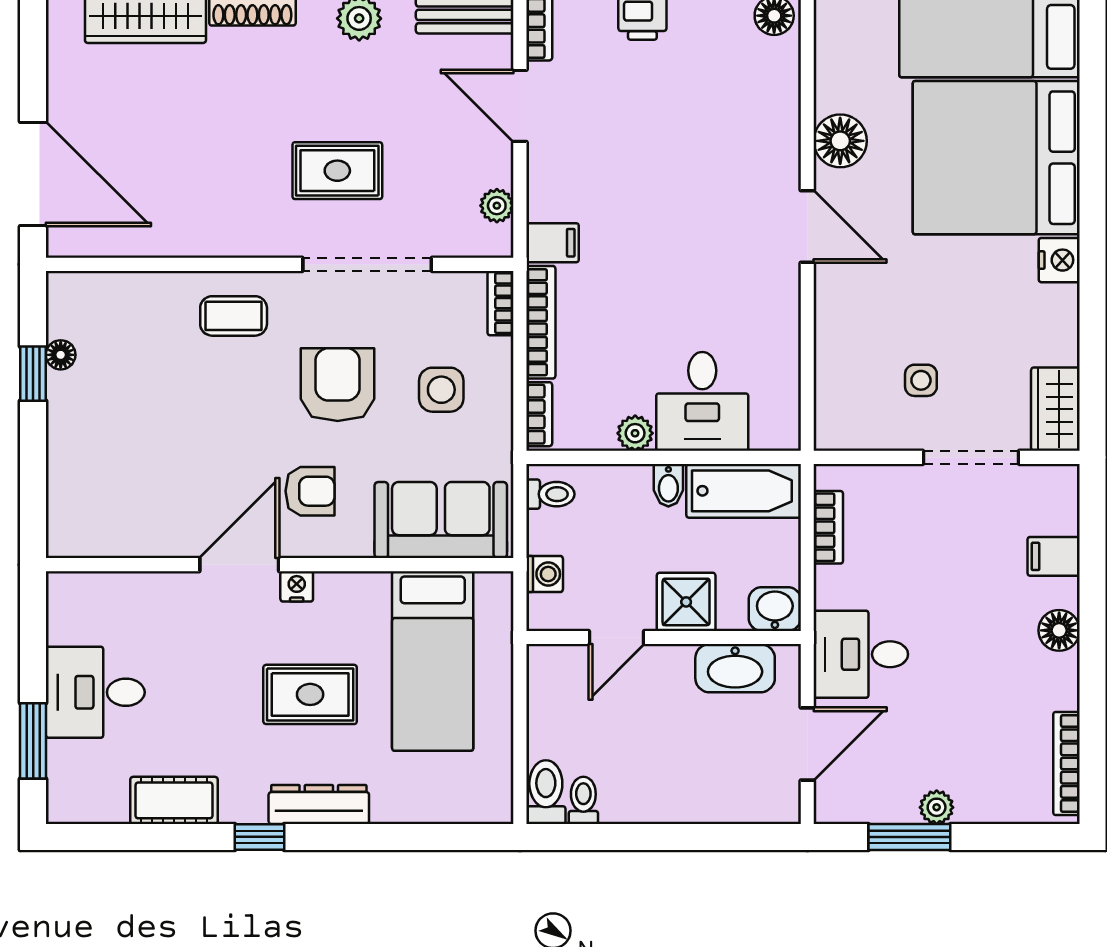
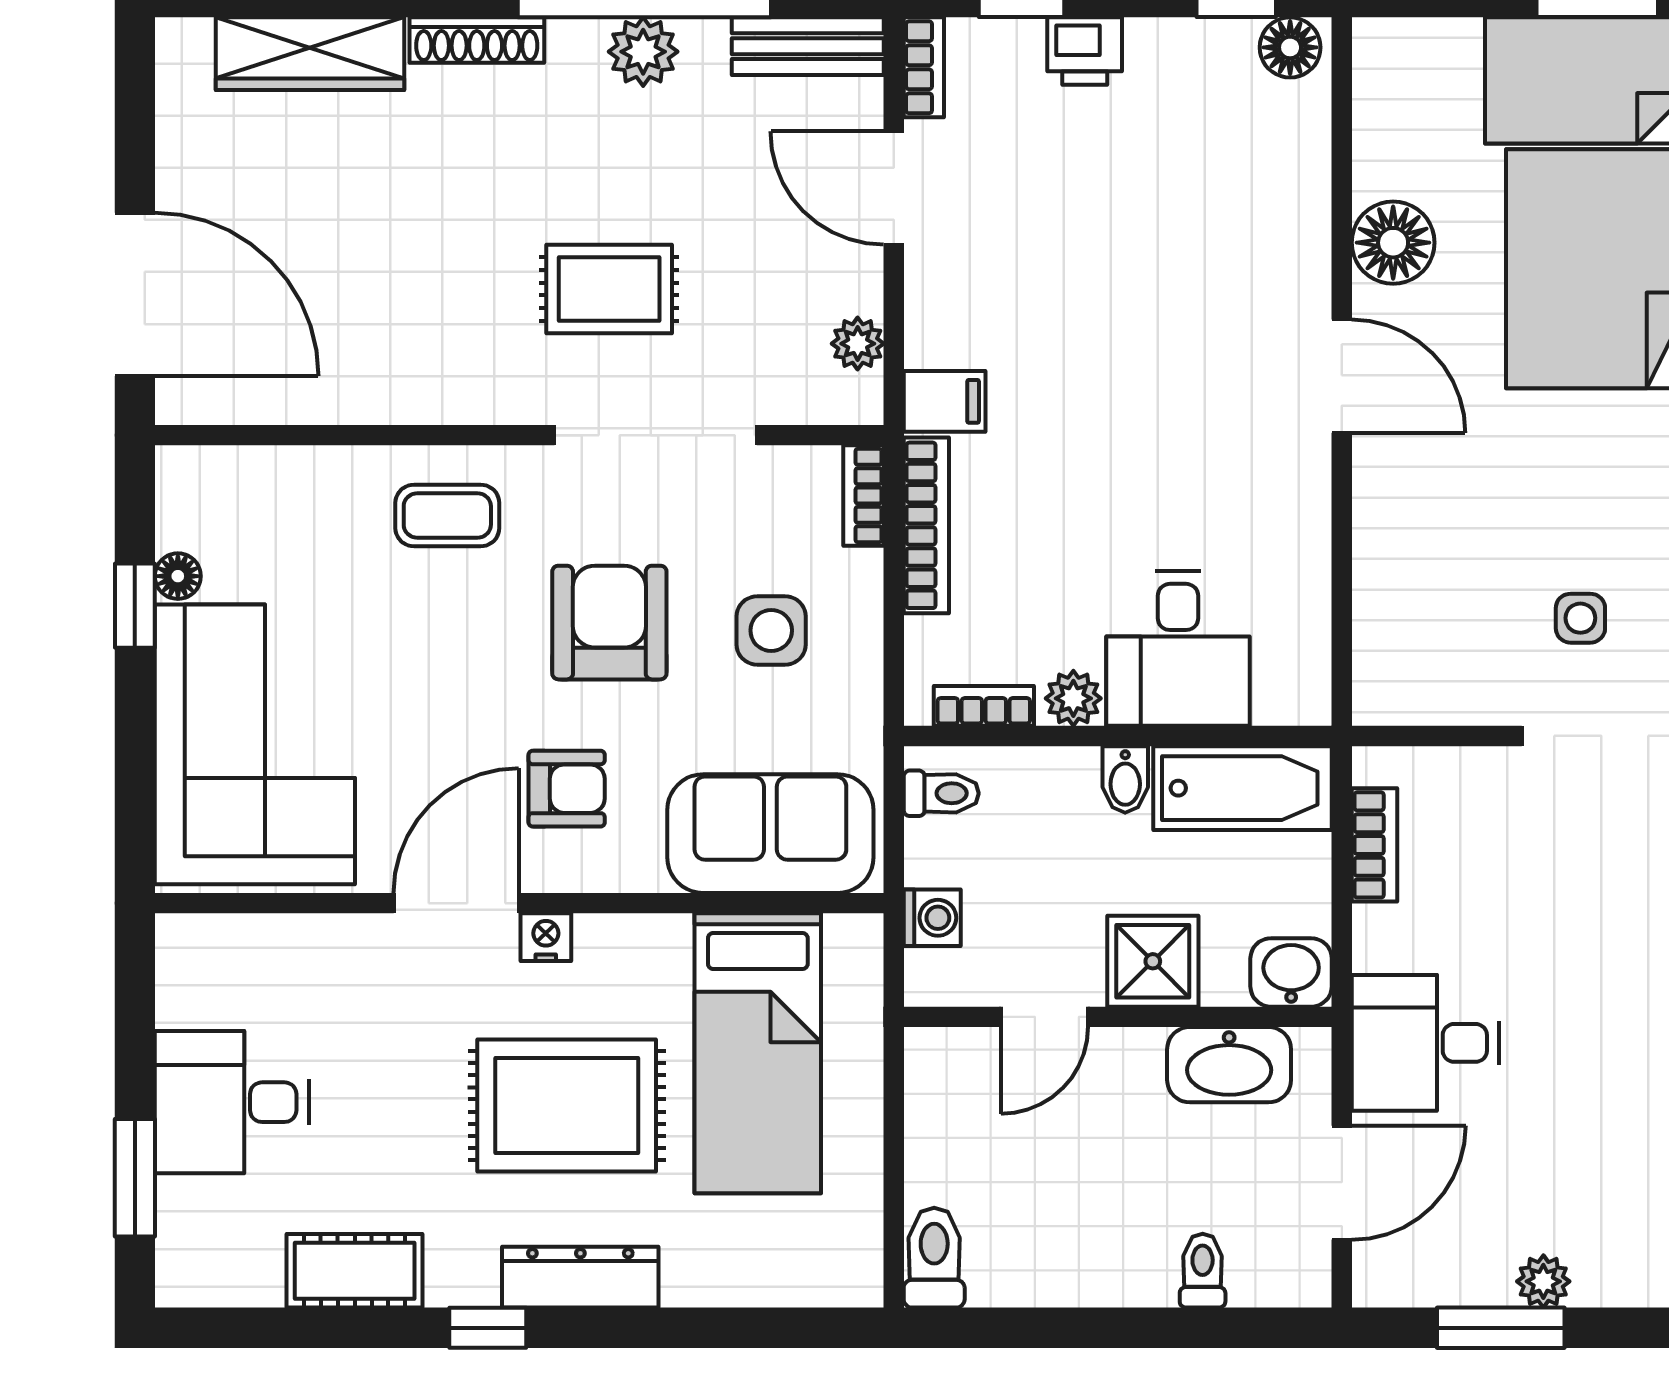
side table: (921, 380) -> (1580, 618), moved
bookcase: (539, 414) -> (984, 706), moved, turned -90
corner sofa: (110, 463) -> (255, 744), added
rug: (310, 694) -> (567, 1106), width x1.36, depth x1.43
toilet: (583, 800) -> (1203, 1271), moved

